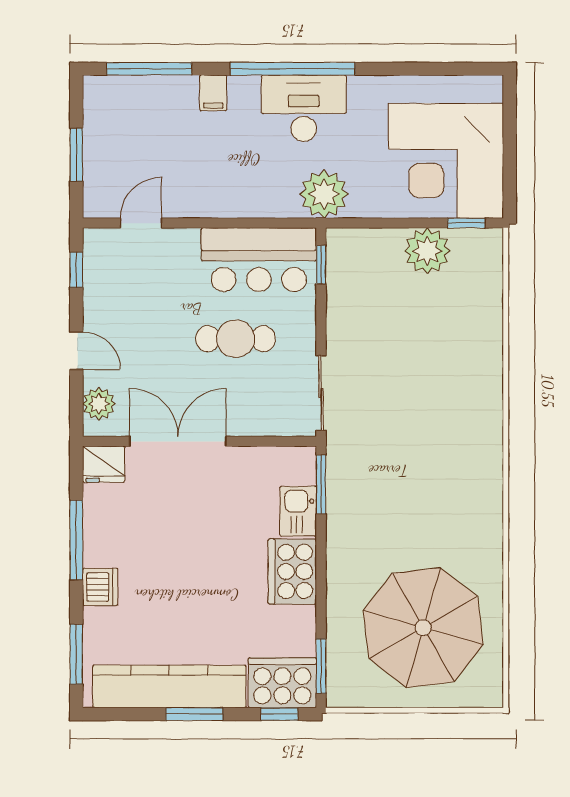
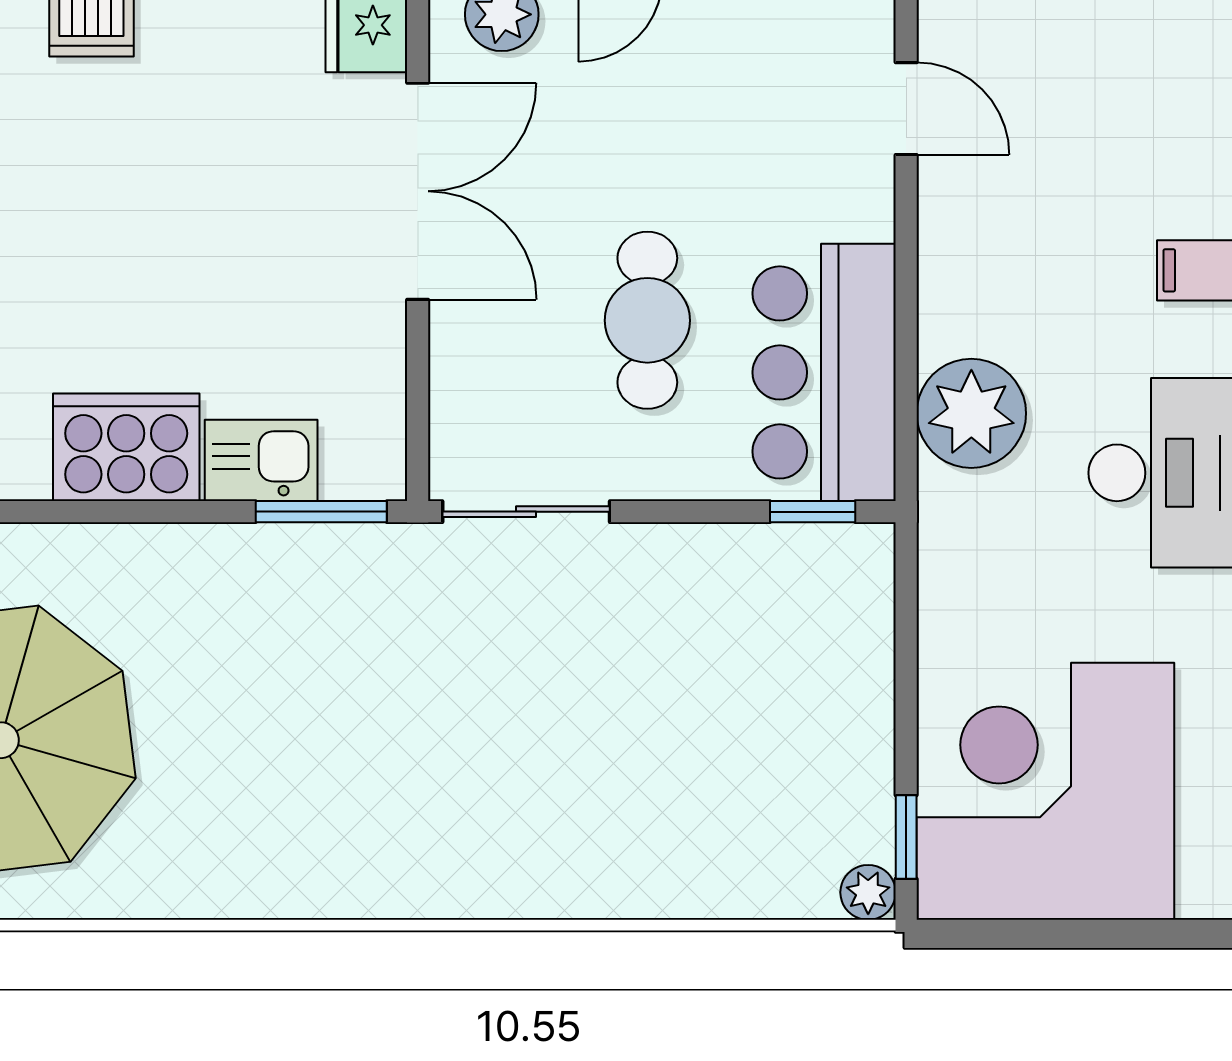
plant: (324, 194) -> (971, 413), moved
plant: (427, 251) -> (868, 892), moved, width x0.53, depth x0.53

